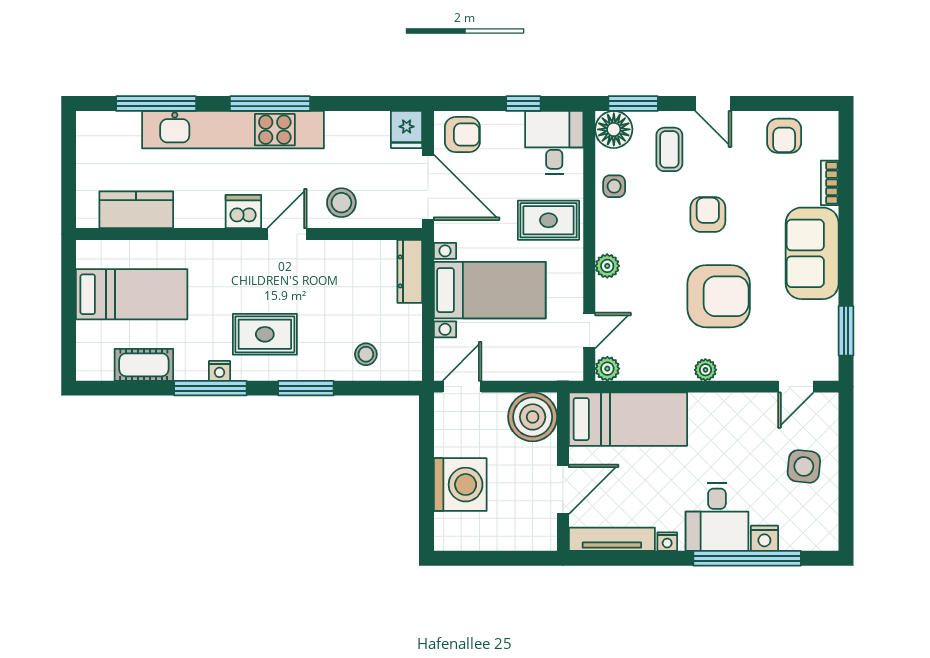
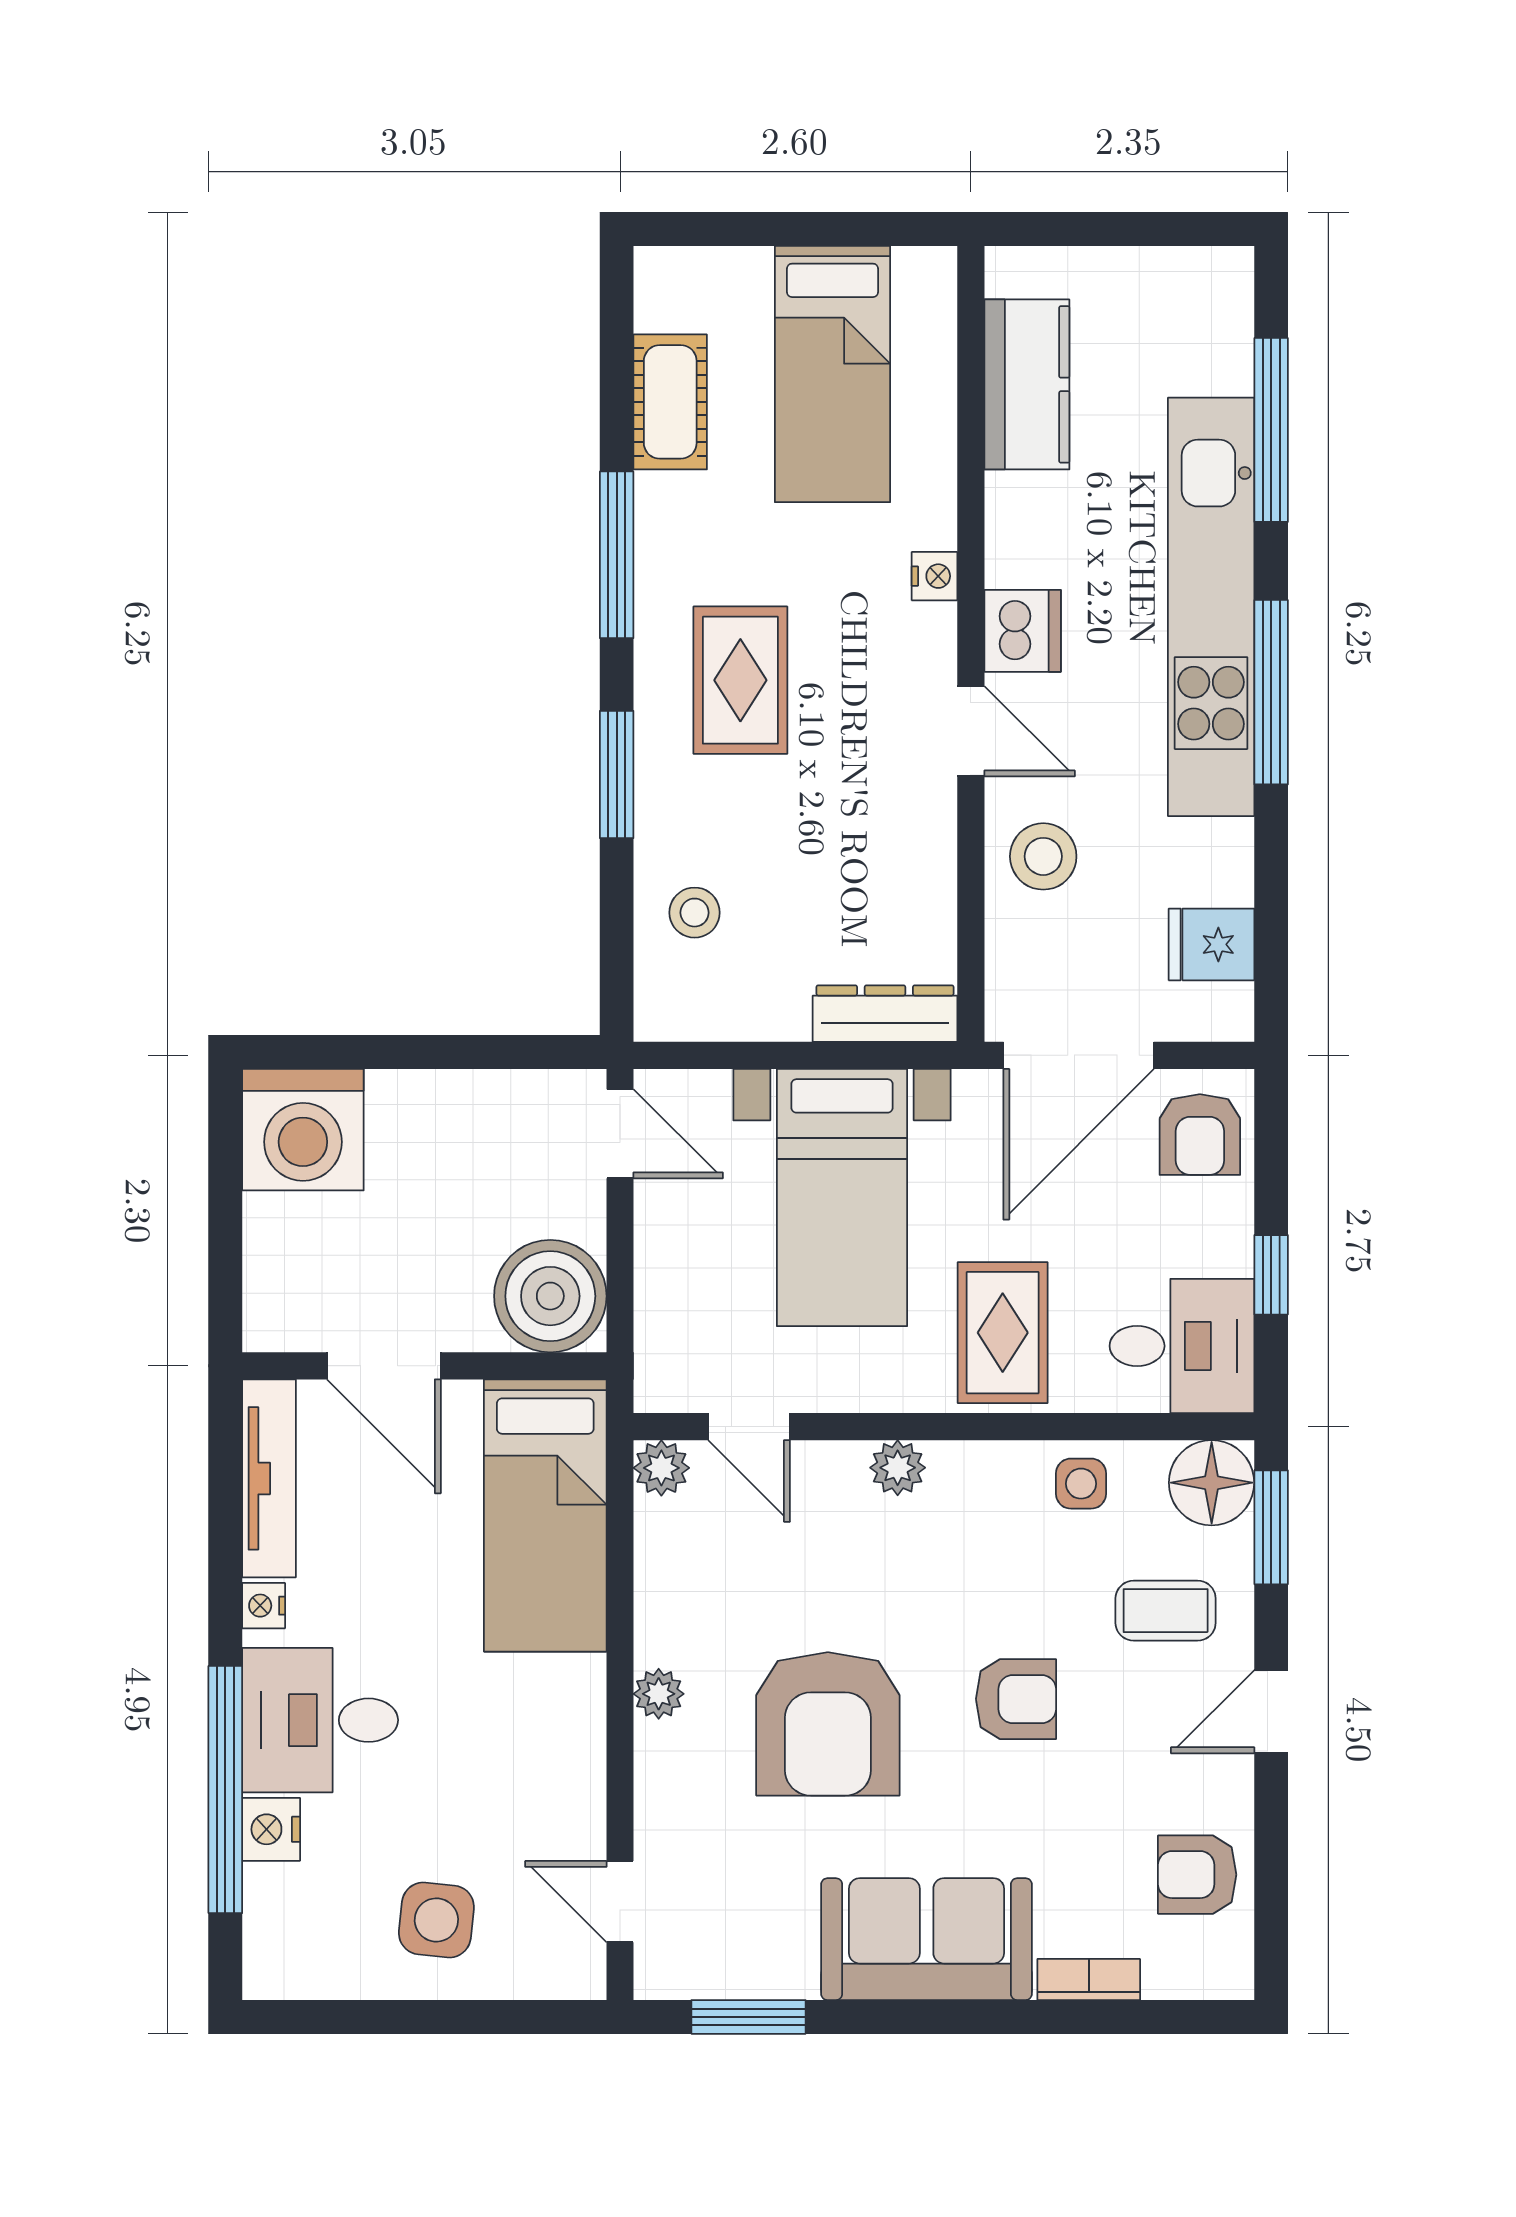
fridge: (407, 129) -> (1211, 944), moved
nightstand: (219, 371) -> (935, 576), moved, turned 180
washing machine: (460, 485) -> (303, 1130), moved

